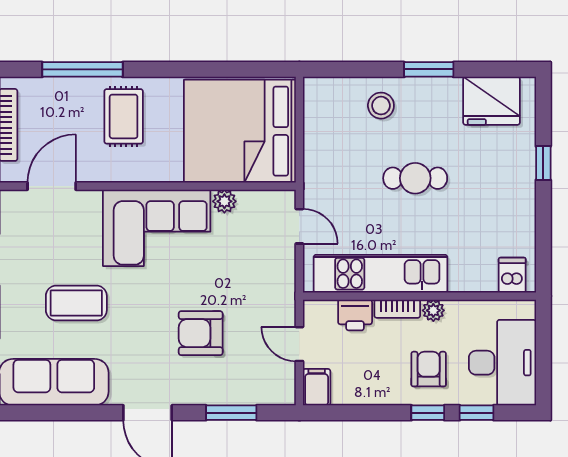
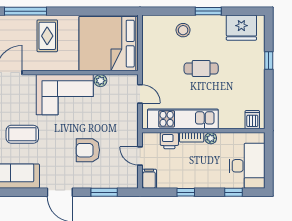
armchair: (429, 369) -> (208, 169), removed
window: (428, 413) -> (186, 192), moved

